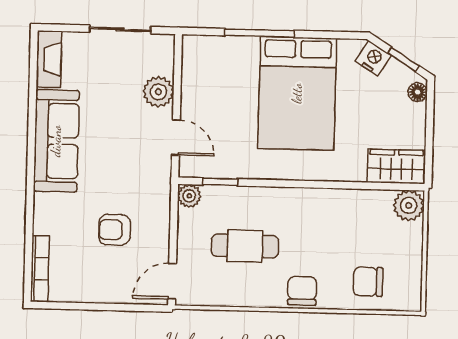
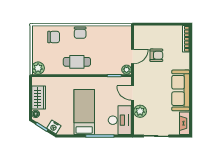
desk: (209, 71) -> (120, 120), added
bed: (297, 93) -> (84, 112), width x0.67
wardrobe: (396, 166) -> (39, 98), moved, turned -90
cafe table: (245, 246) -> (77, 62), moved
door: (172, 281) -> (133, 56), moved

